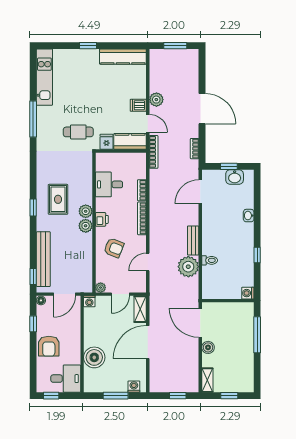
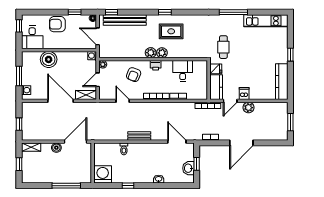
plant: (188, 267) -> (119, 132), removed
washing machine: (248, 293) -> (103, 174), width x1.89, depth x1.89
door: (120, 294) -> (98, 80), hinge flipped

